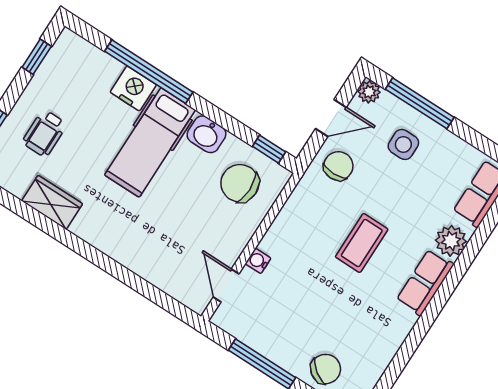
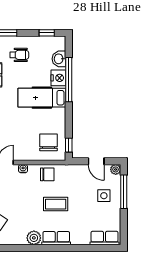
wheelchair: (45, 133) -> (19, 55), turned 180
washbasin: (206, 134) -> (59, 59), moved
chair: (338, 166) -> (47, 174), moved
plant: (451, 241) -> (34, 238), moved

